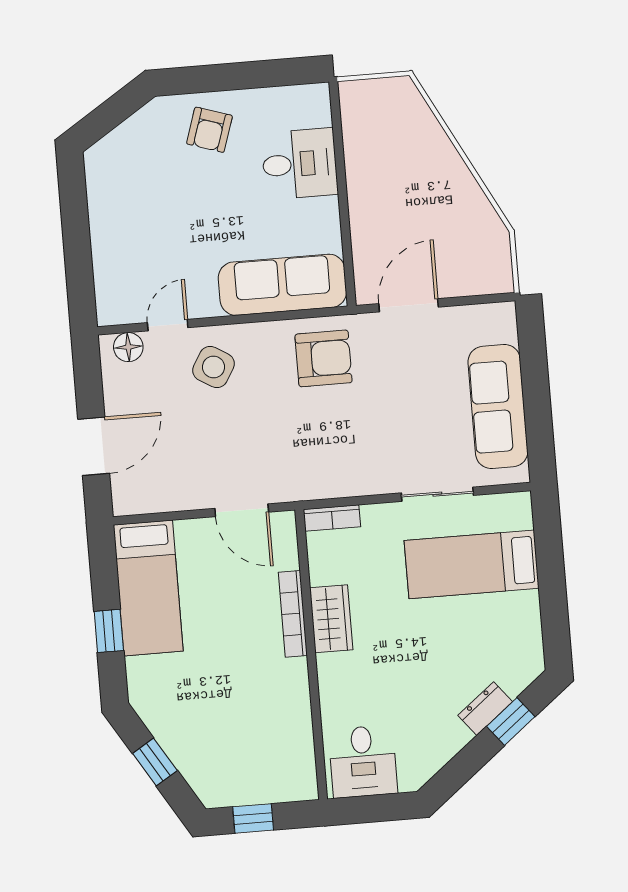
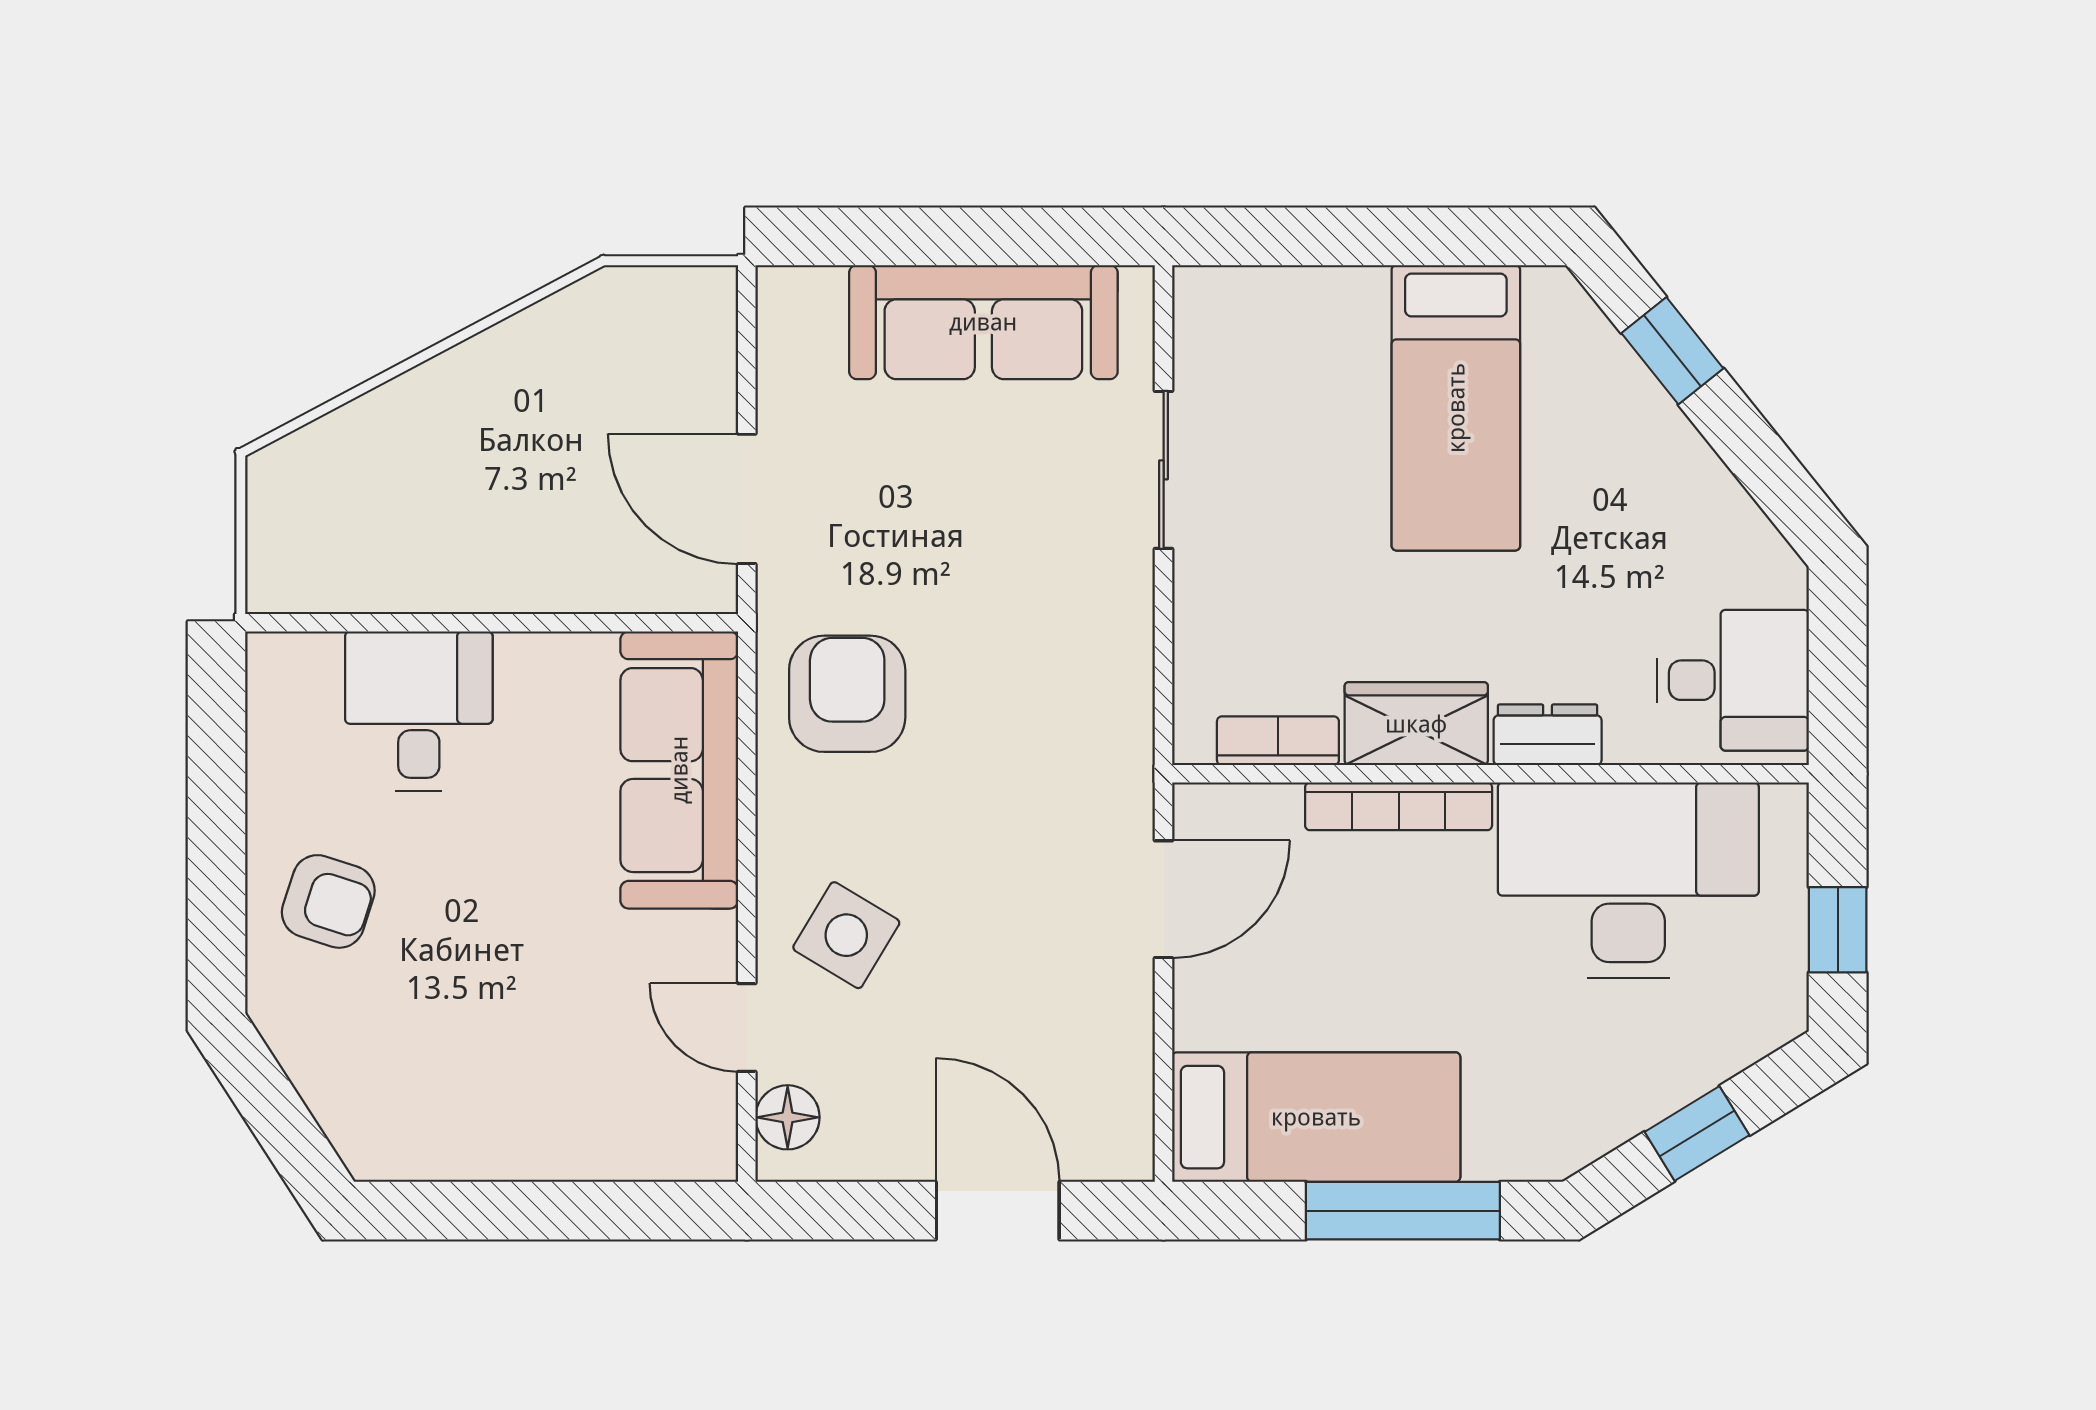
bookcase: (332, 518) -> (1278, 741), moved, turned -90
bed: (472, 564) -> (1456, 408), moved
window: (109, 631) -> (1403, 1211), width x2.17
dresser: (485, 709) -> (1548, 735), moved, turned 129
desk: (268, 721) -> (1628, 880), added

